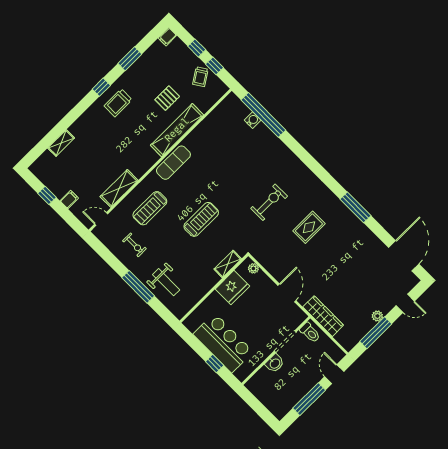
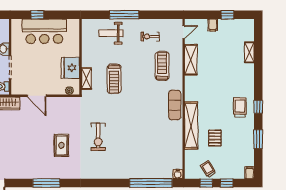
water cooler: (253, 120) -> (178, 174), moved
treadmill: (201, 219) -> (114, 79), moved

